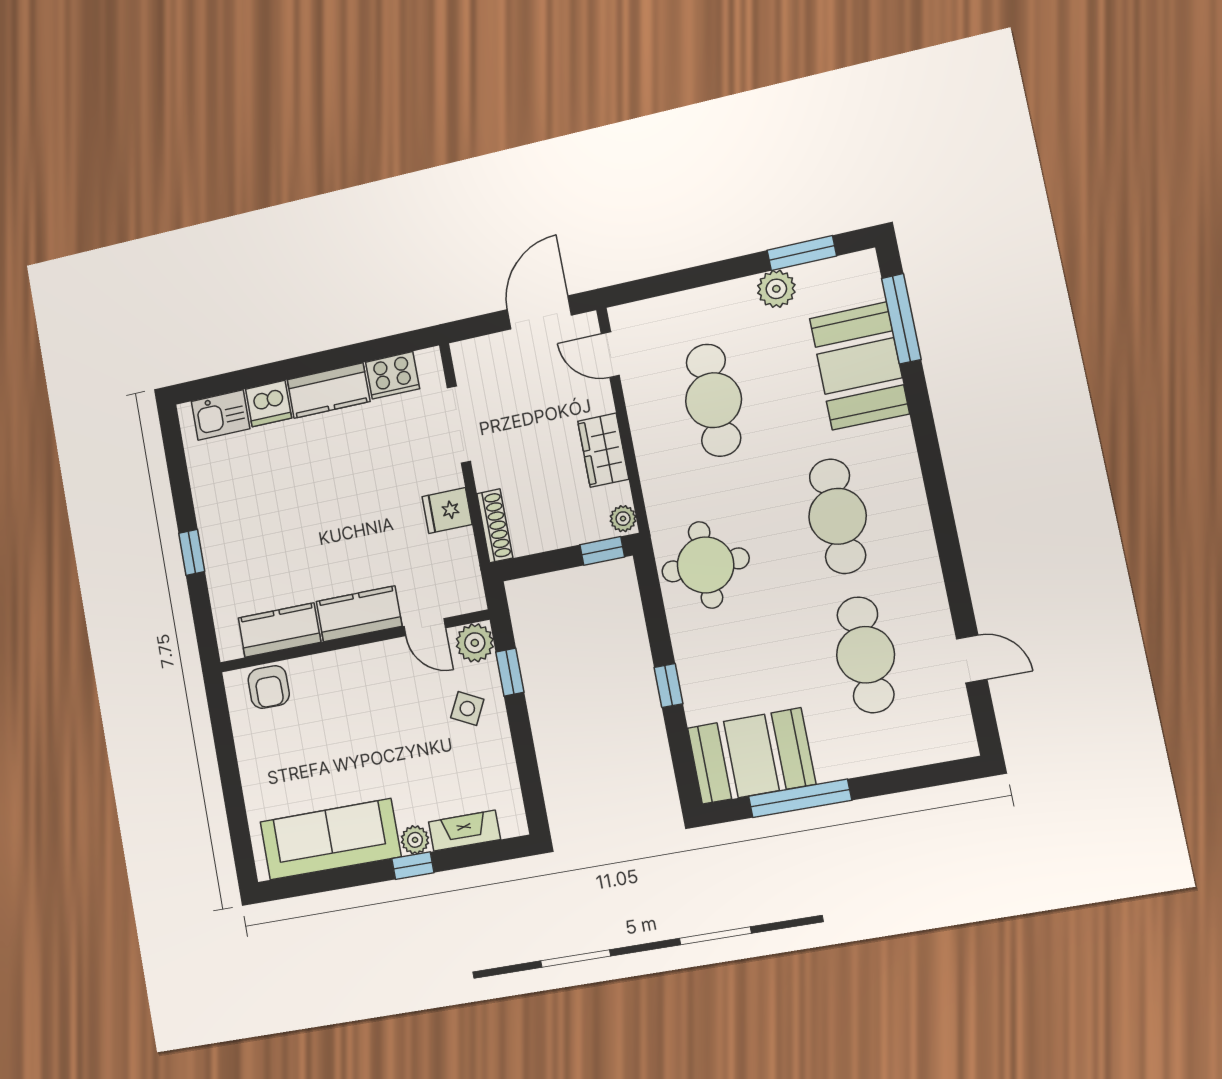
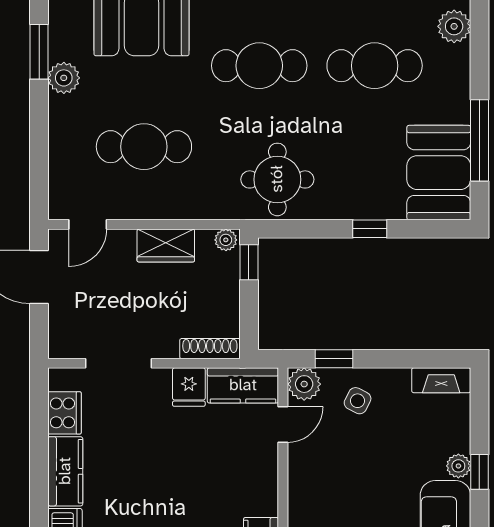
kitchen counter: (359, 614) -> (243, 385), moved, turned -90
plant: (934, 743) -> (454, 26), added
fireplace: (464, 831) -> (441, 380), moved, turned -90

